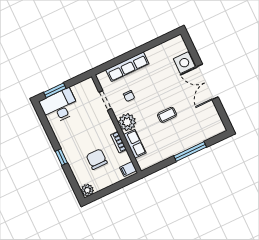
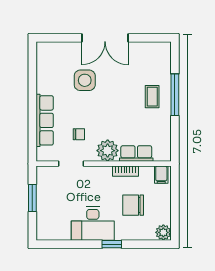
side table: (184, 63) -> (85, 80), moved
window: (55, 90) -> (32, 198), moved
desk: (59, 106) -> (93, 223), moved, turned -90
coffee table: (167, 115) -> (152, 97), moved

